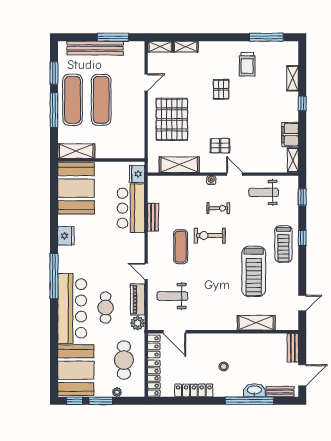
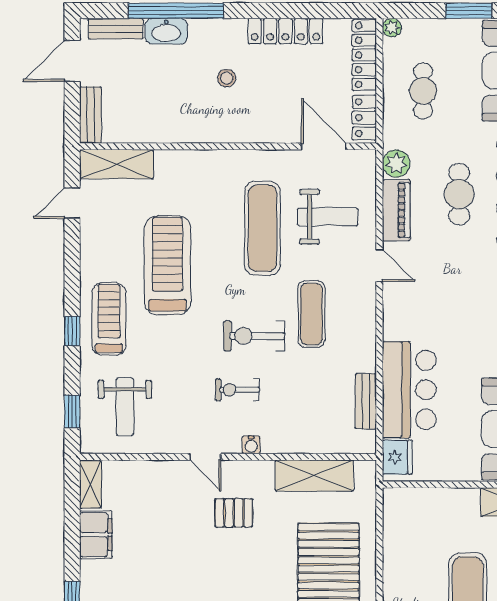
weight bench: (264, 192) -> (125, 407), moved, turned 90
bench: (153, 217) -> (366, 401), moved
exercise bike: (210, 236) -> (254, 336), turned 180
exercise mat: (205, 290) -> (262, 228), added
shelving: (256, 323) -> (117, 164), moved
cafe table: (124, 360) -> (423, 91), width x0.73, depth x0.74
plant: (117, 392) -> (392, 28), moved

